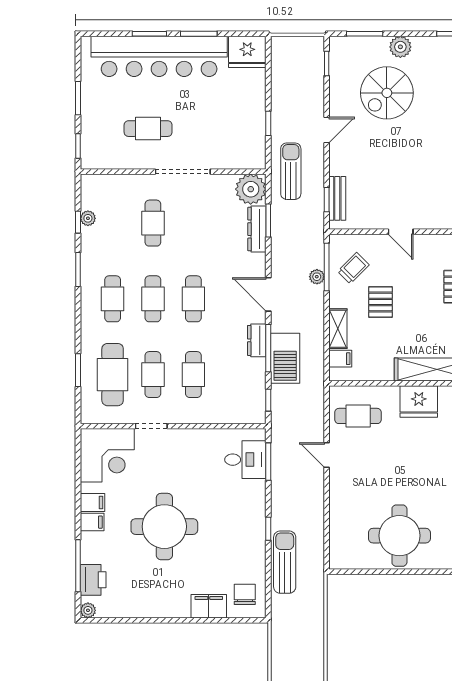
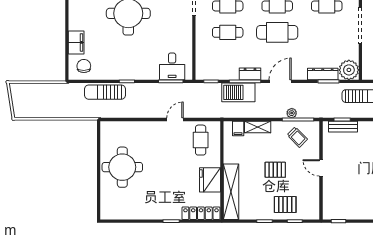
door: (401, 232) -> (321, 168), hinge flipped
cafe table: (193, 299) -> (277, 32), width x1.37, depth x1.35
pallet: (380, 302) -> (275, 170), moved
sun lounger: (285, 562) -> (105, 92), turned 180
chair: (245, 594) -> (84, 66), turned -91

